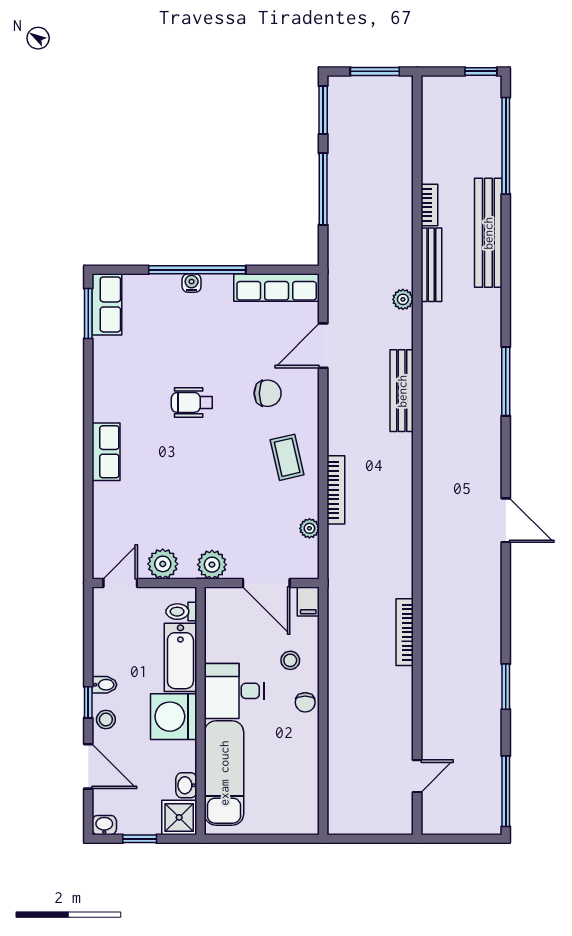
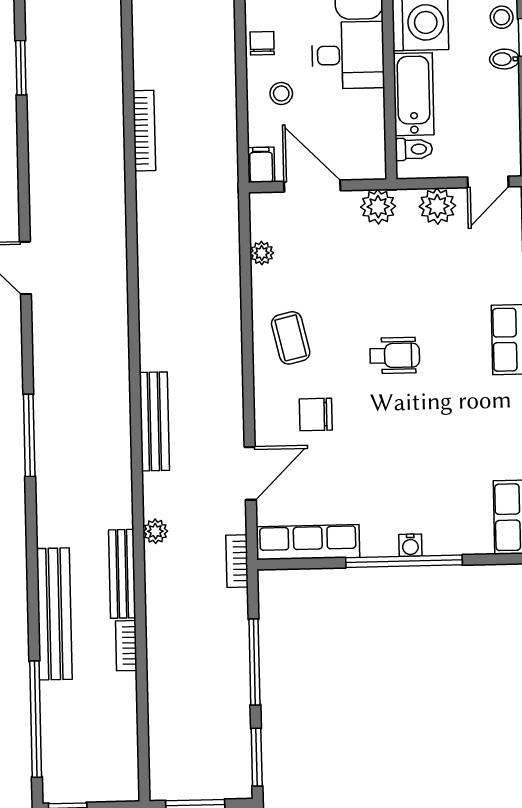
wheelchair: (192, 402) -> (395, 355), moved
bookcase: (336, 490) -> (237, 561), moved, width x0.64

